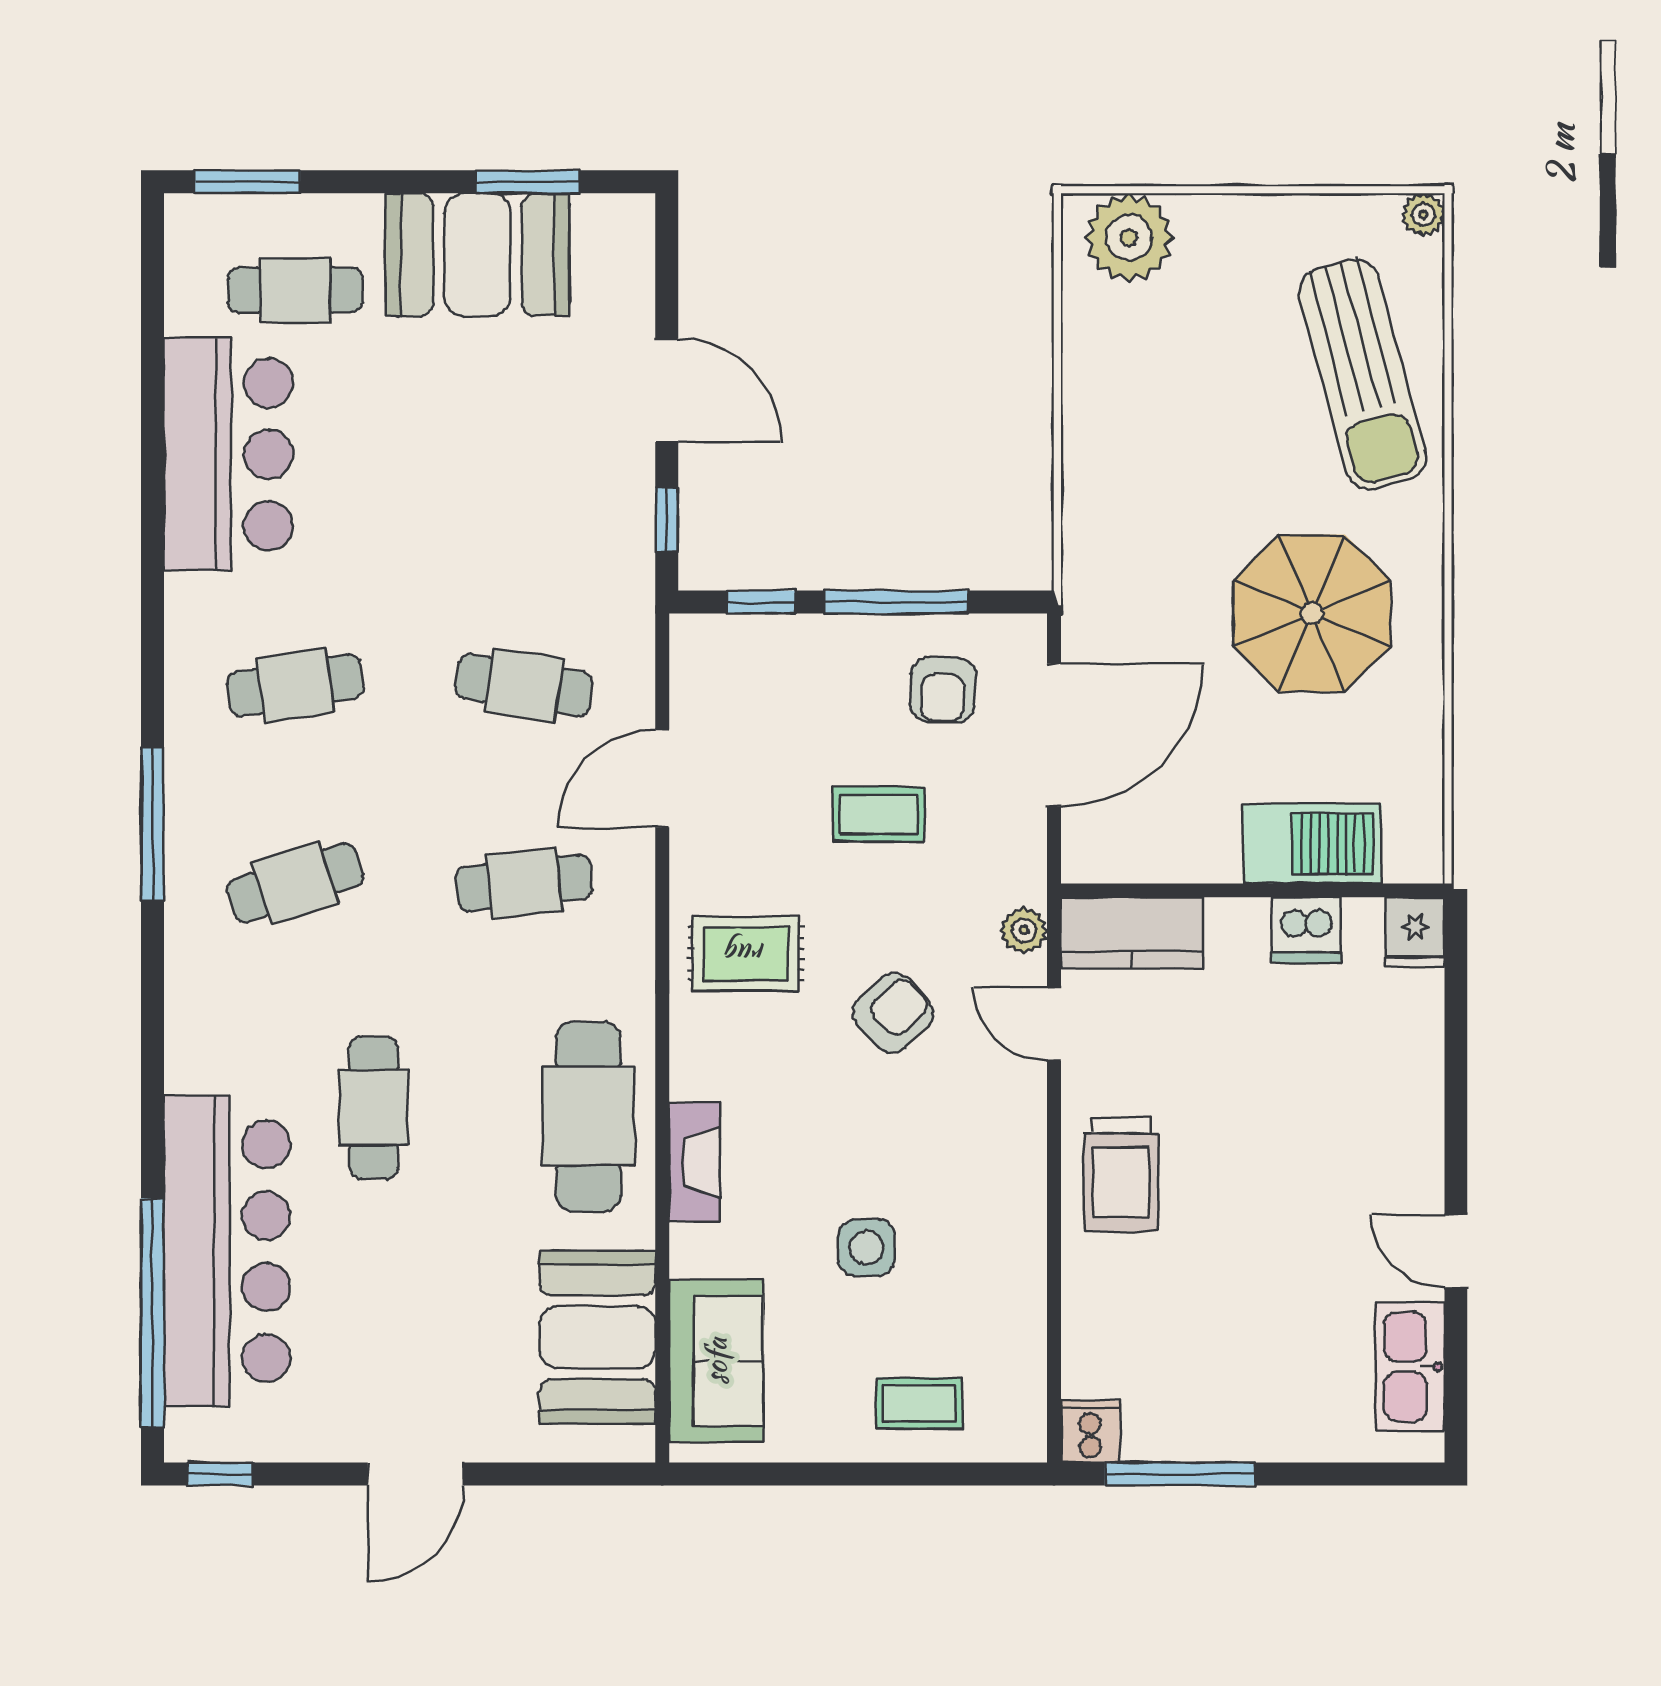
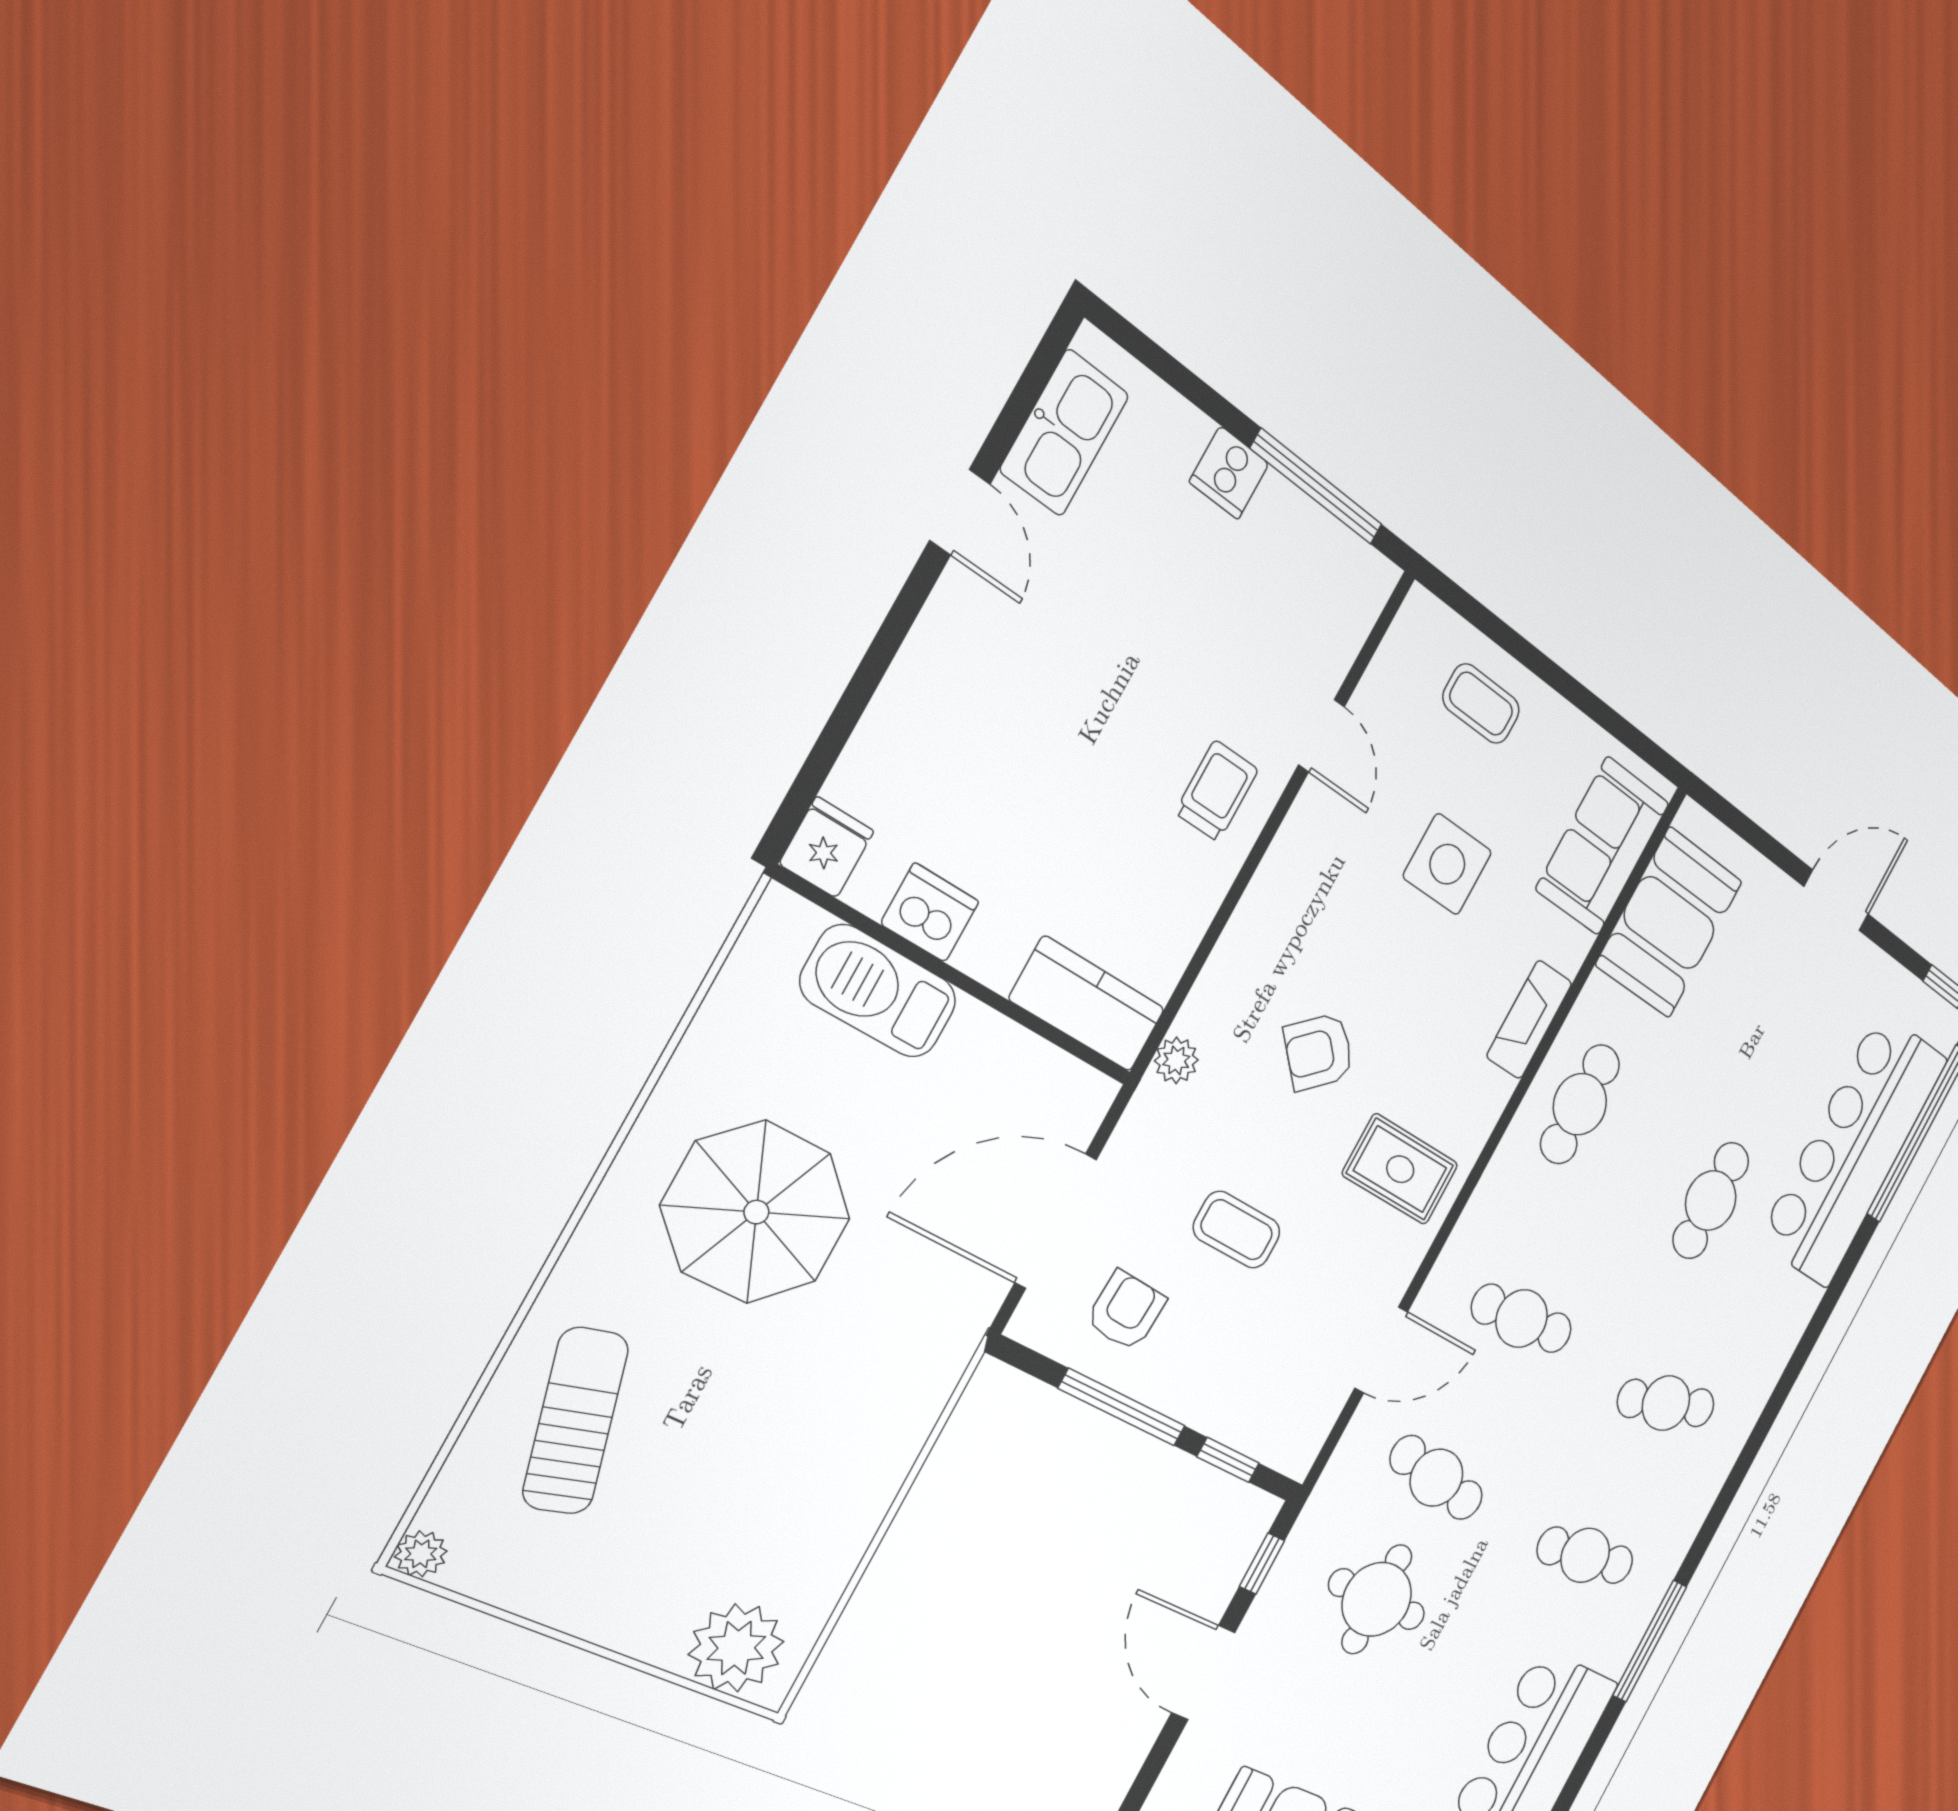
sun lounger: (1362, 374) -> (576, 1421), width x0.73, depth x0.75
round table: (518, 538) -> (1377, 1599), added
window: (152, 824) -> (1650, 1641), moved
door: (1054, 1024) -> (1321, 736), moved
cafe table: (588, 1116) -> (1580, 1104), width x0.73, depth x0.74
trolley: (1121, 1175) -> (1217, 791), width x0.73, depth x0.72
side table: (867, 1248) -> (1447, 864), width x1.37, depth x1.37
cooker: (1090, 1432) -> (1229, 473), moved

